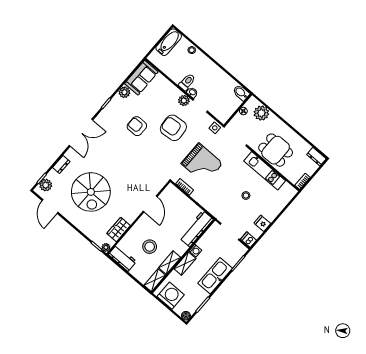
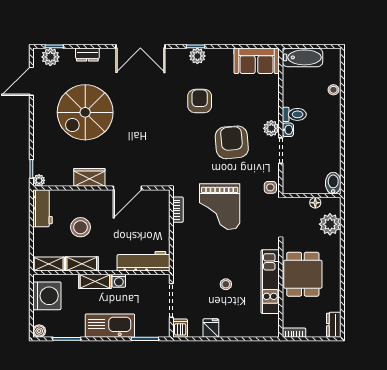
bathtub: (169, 42) -> (302, 57), moved
plant: (124, 92) -> (197, 56), moved
wardrobe: (119, 229) -> (89, 177), moved

